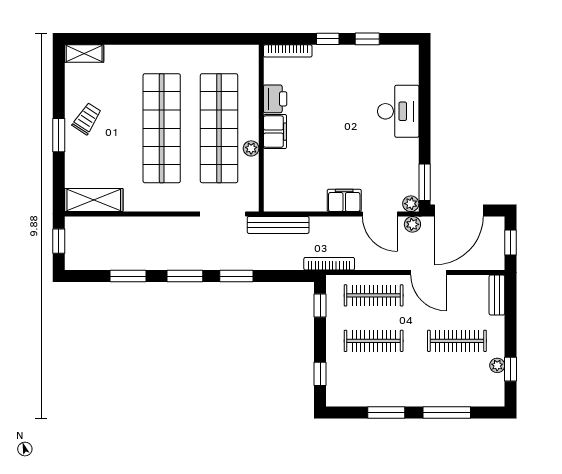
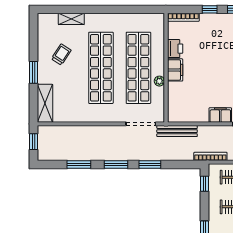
shelving: (84, 54) -> (71, 19), moved
trolley: (87, 119) -> (61, 54), moved
shelving: (94, 200) -> (45, 103), moved, turned 90

